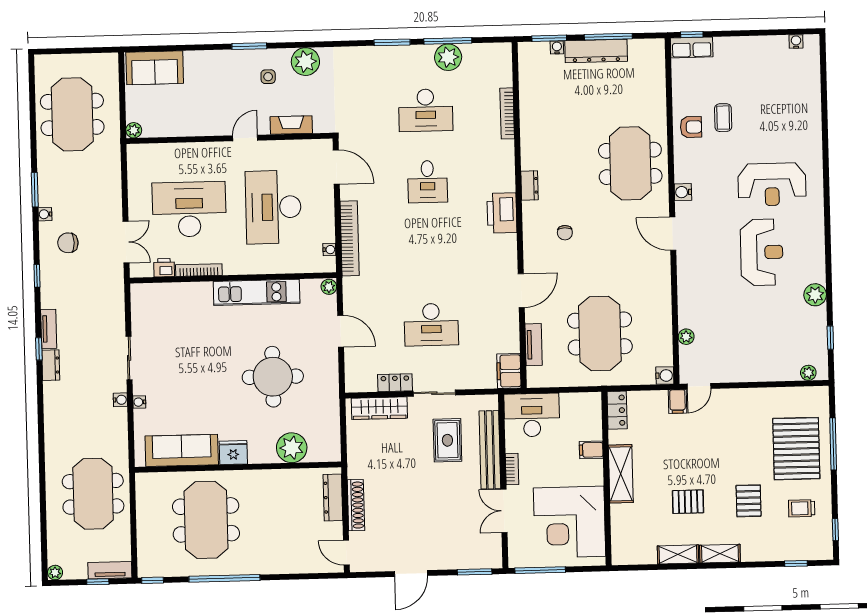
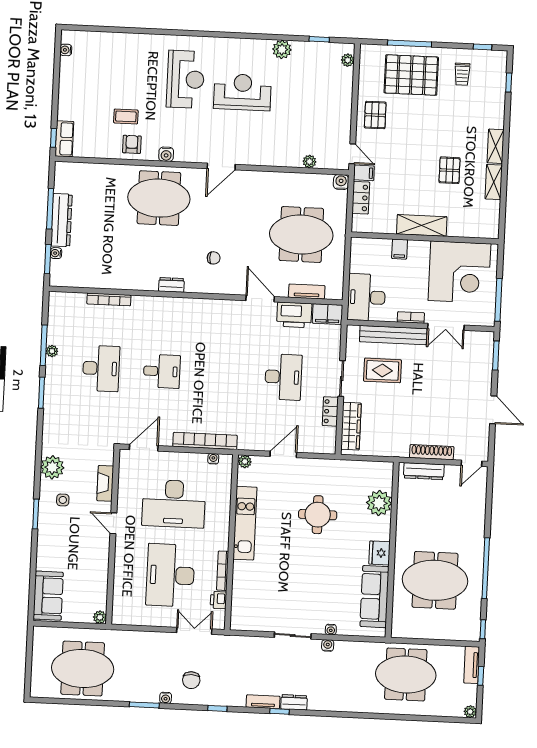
plant: (448, 57) -> (52, 351), width x0.53, depth x0.53
water cooler: (683, 192) -> (166, 154), moved
printer: (502, 213) -> (294, 315), moved
round table: (273, 377) -> (318, 515), width x0.73, depth x0.73
locker: (617, 410) -> (361, 198), moved, turned 90
pallet: (749, 501) -> (375, 115), moved, turned 90

